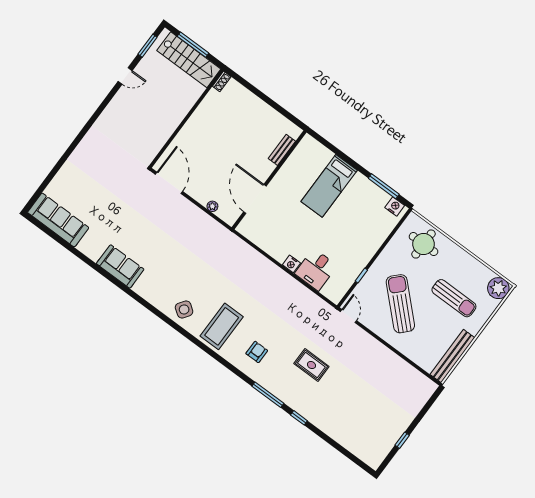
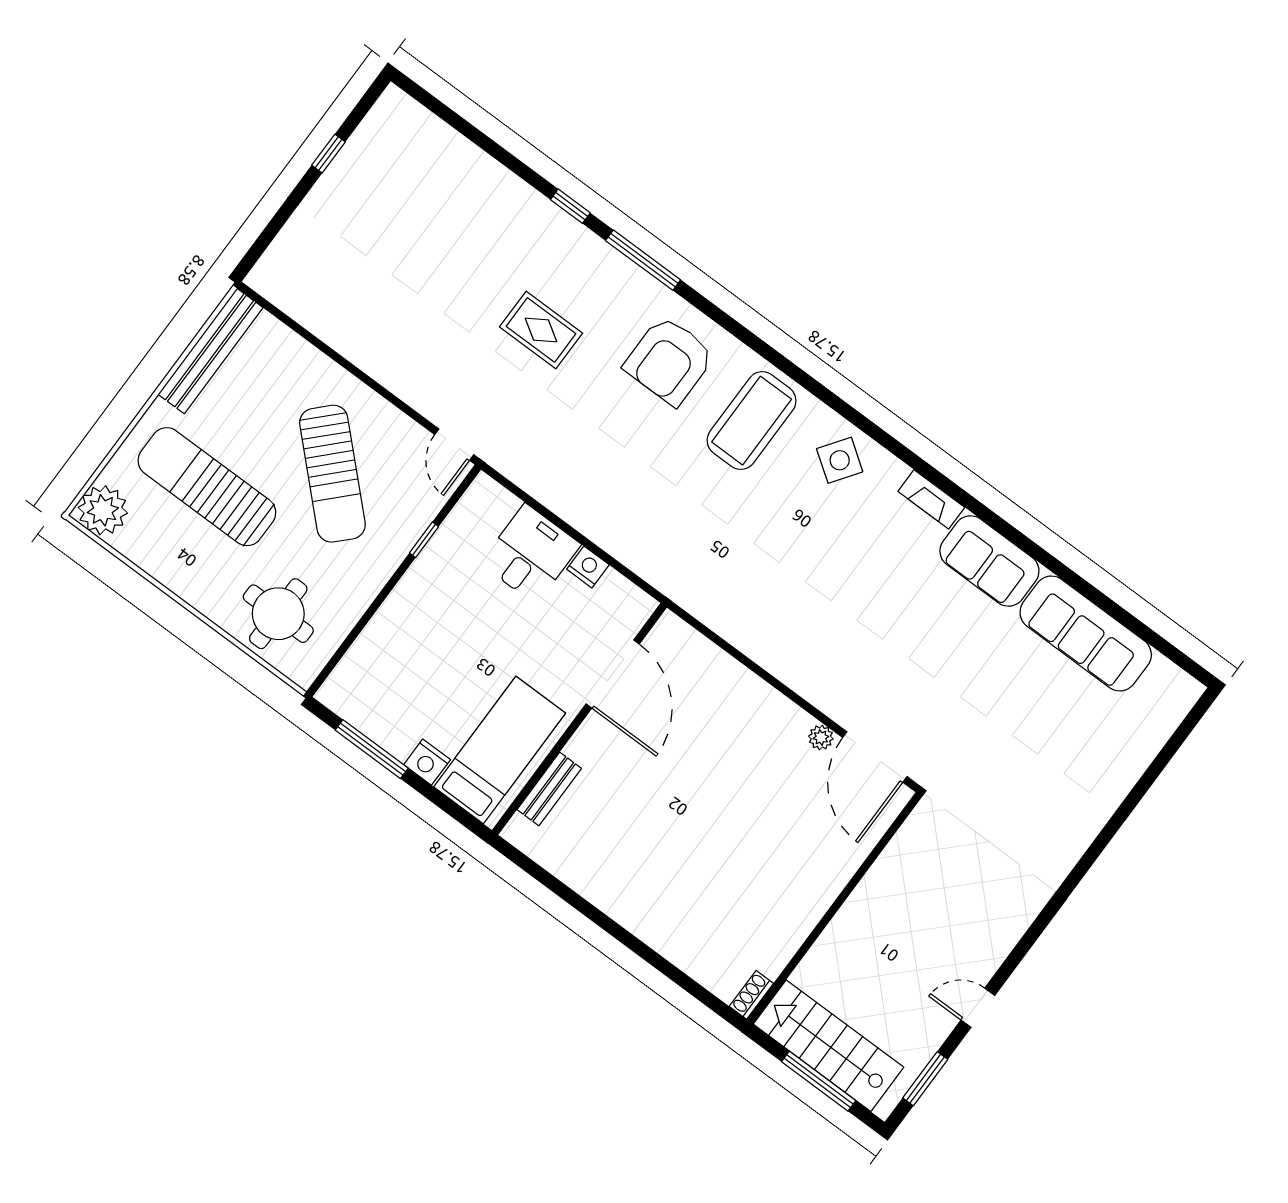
bench: (282, 150) -> (549, 789), moved
wall: (269, 180) -> (579, 719), moved
door: (255, 199) -> (613, 674), moved
plant: (212, 206) -> (821, 737), moved
nightstand: (395, 206) -> (427, 762), moved
sofa: (58, 220) -> (1086, 634), moved
fireplace: (145, 293) -> (931, 499), added
sun lounger: (454, 298) -> (207, 487), width x1.36, depth x1.34
armchair: (257, 352) -> (669, 361), width x1.88, depth x1.88

